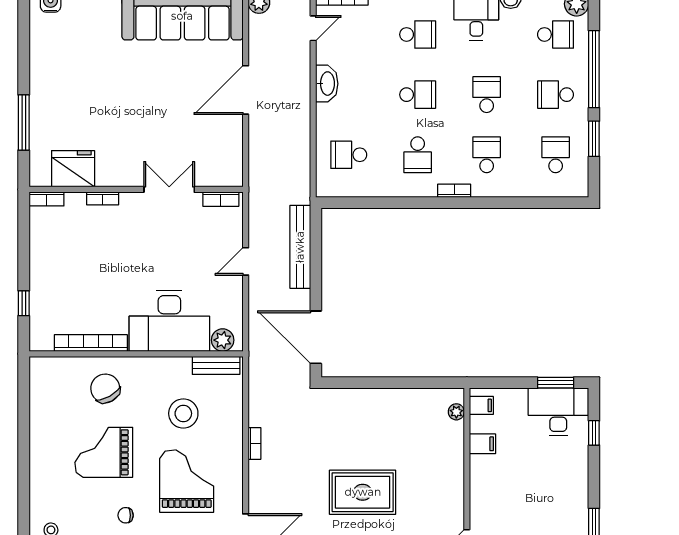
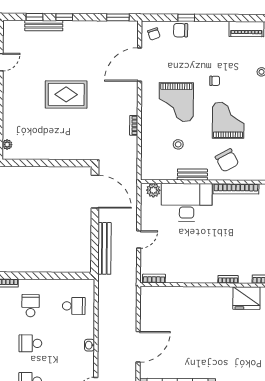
washbasin: (327, 84) -> (89, 345), width x0.52, depth x0.69
double door: (169, 189) -> (186, 285), removed
bench: (216, 365) -> (192, 175), moved
stool: (183, 413) -> (178, 144), width x0.53, depth x0.53
grand piano: (104, 452) -> (228, 120), turned -90

